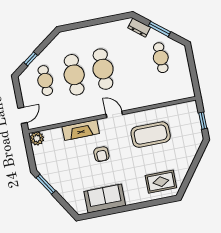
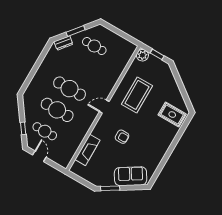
door: (23, 115) -> (39, 156), moved
fireplace: (81, 130) -> (87, 150), moved
plant: (37, 138) -> (142, 55), moved
rug: (161, 182) -> (172, 115), turned 90
sofa: (105, 199) -> (131, 176), moved, turned 58

